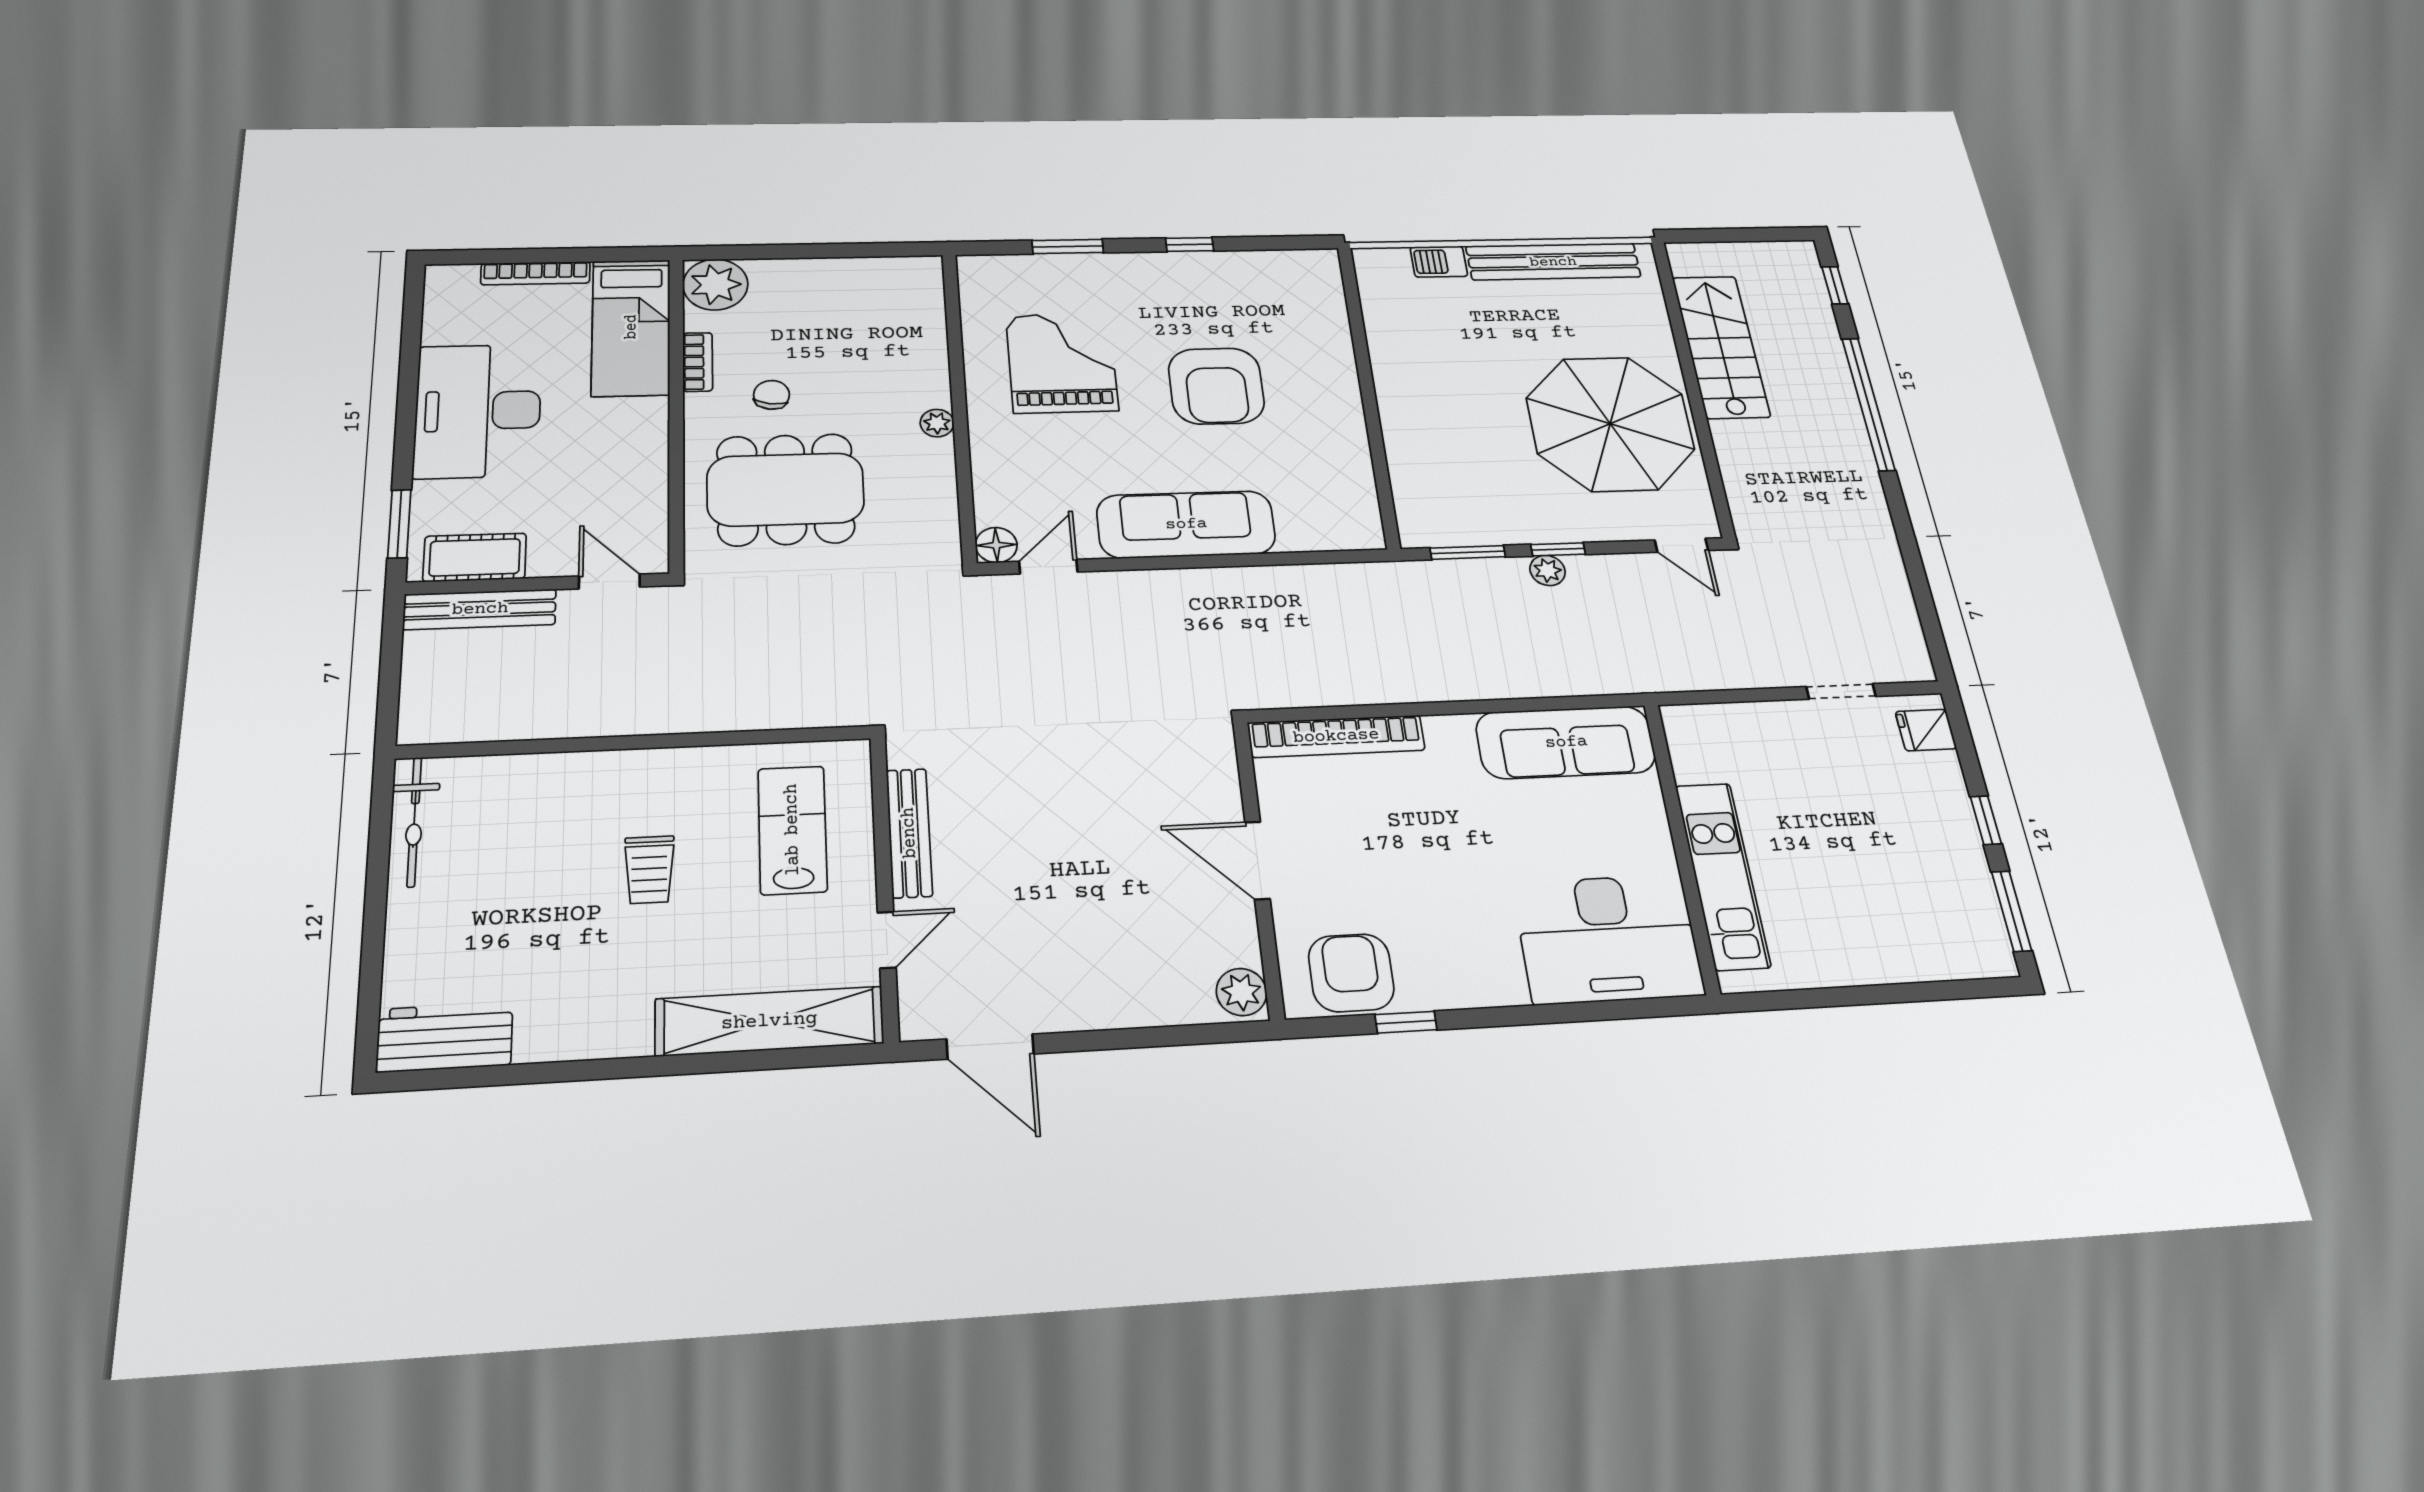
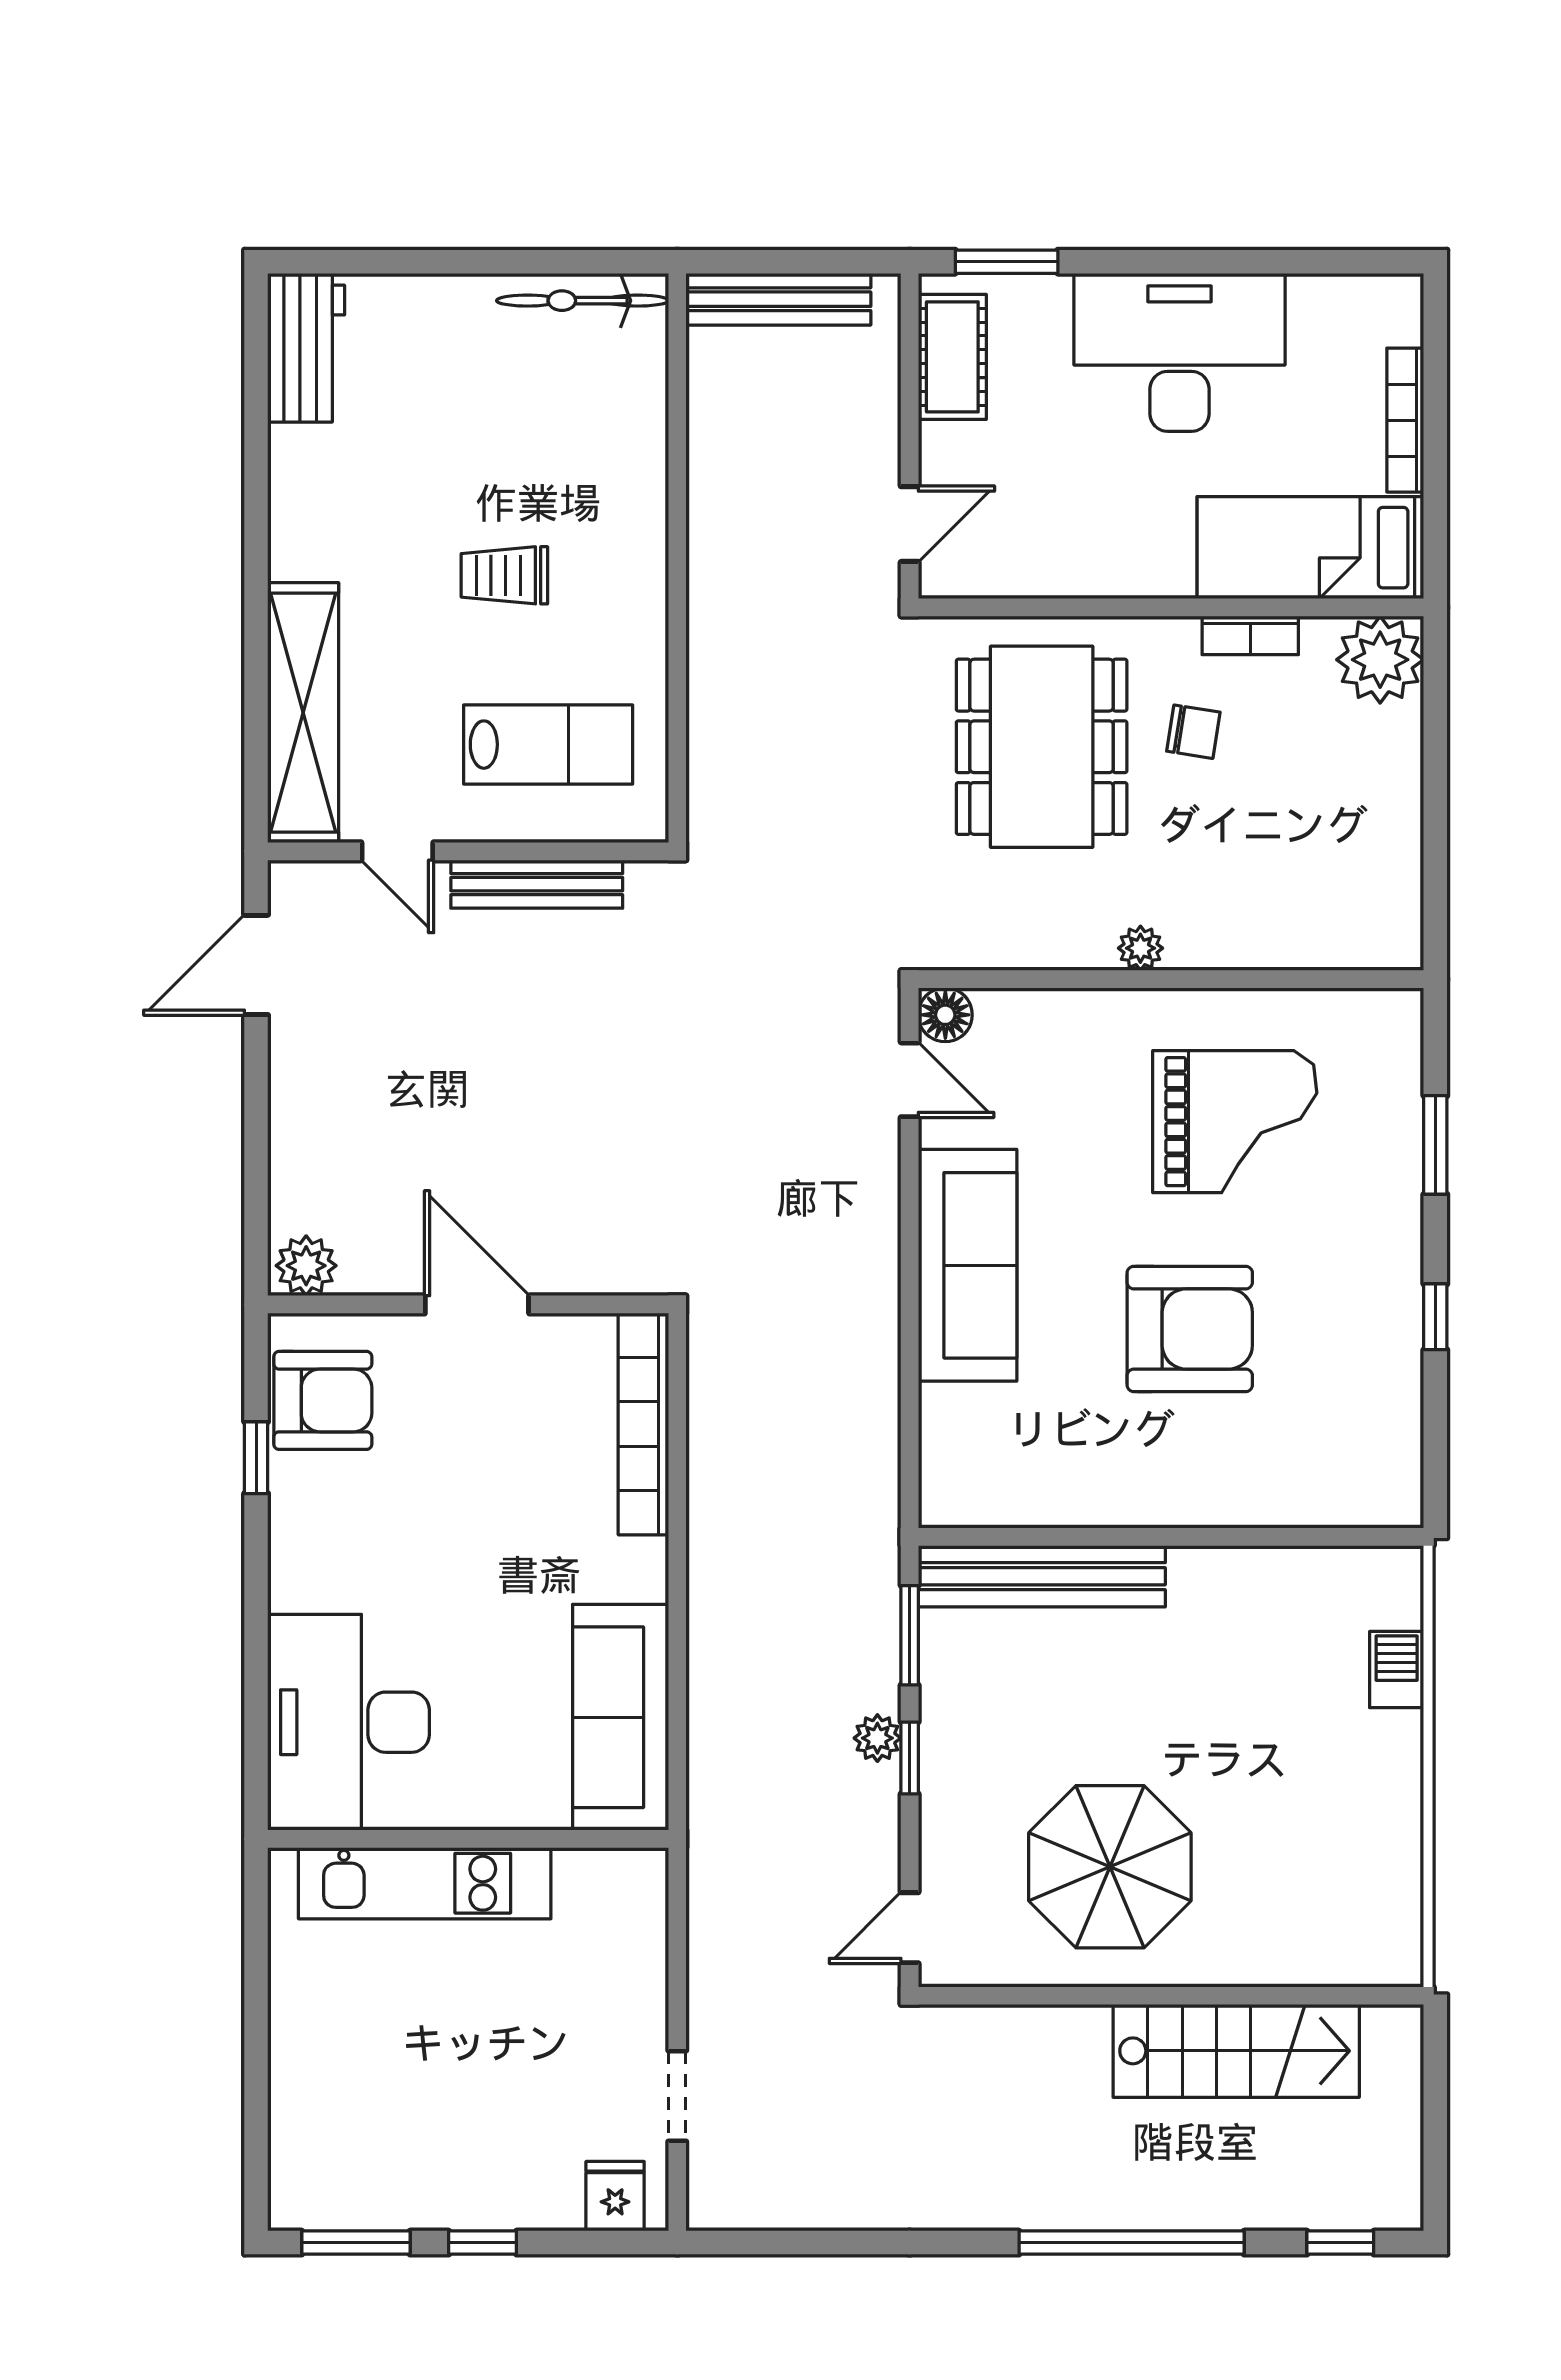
bench: (1553, 262) -> (1042, 1576), moved, turned 90
armchair: (1216, 386) -> (1190, 1329), turned 180
parasol: (1610, 424) -> (1110, 1867), width x0.73, depth x0.73
bench: (480, 609) -> (778, 299), moved, turned 90
door: (1257, 860) -> (477, 1304), hinge flipped

